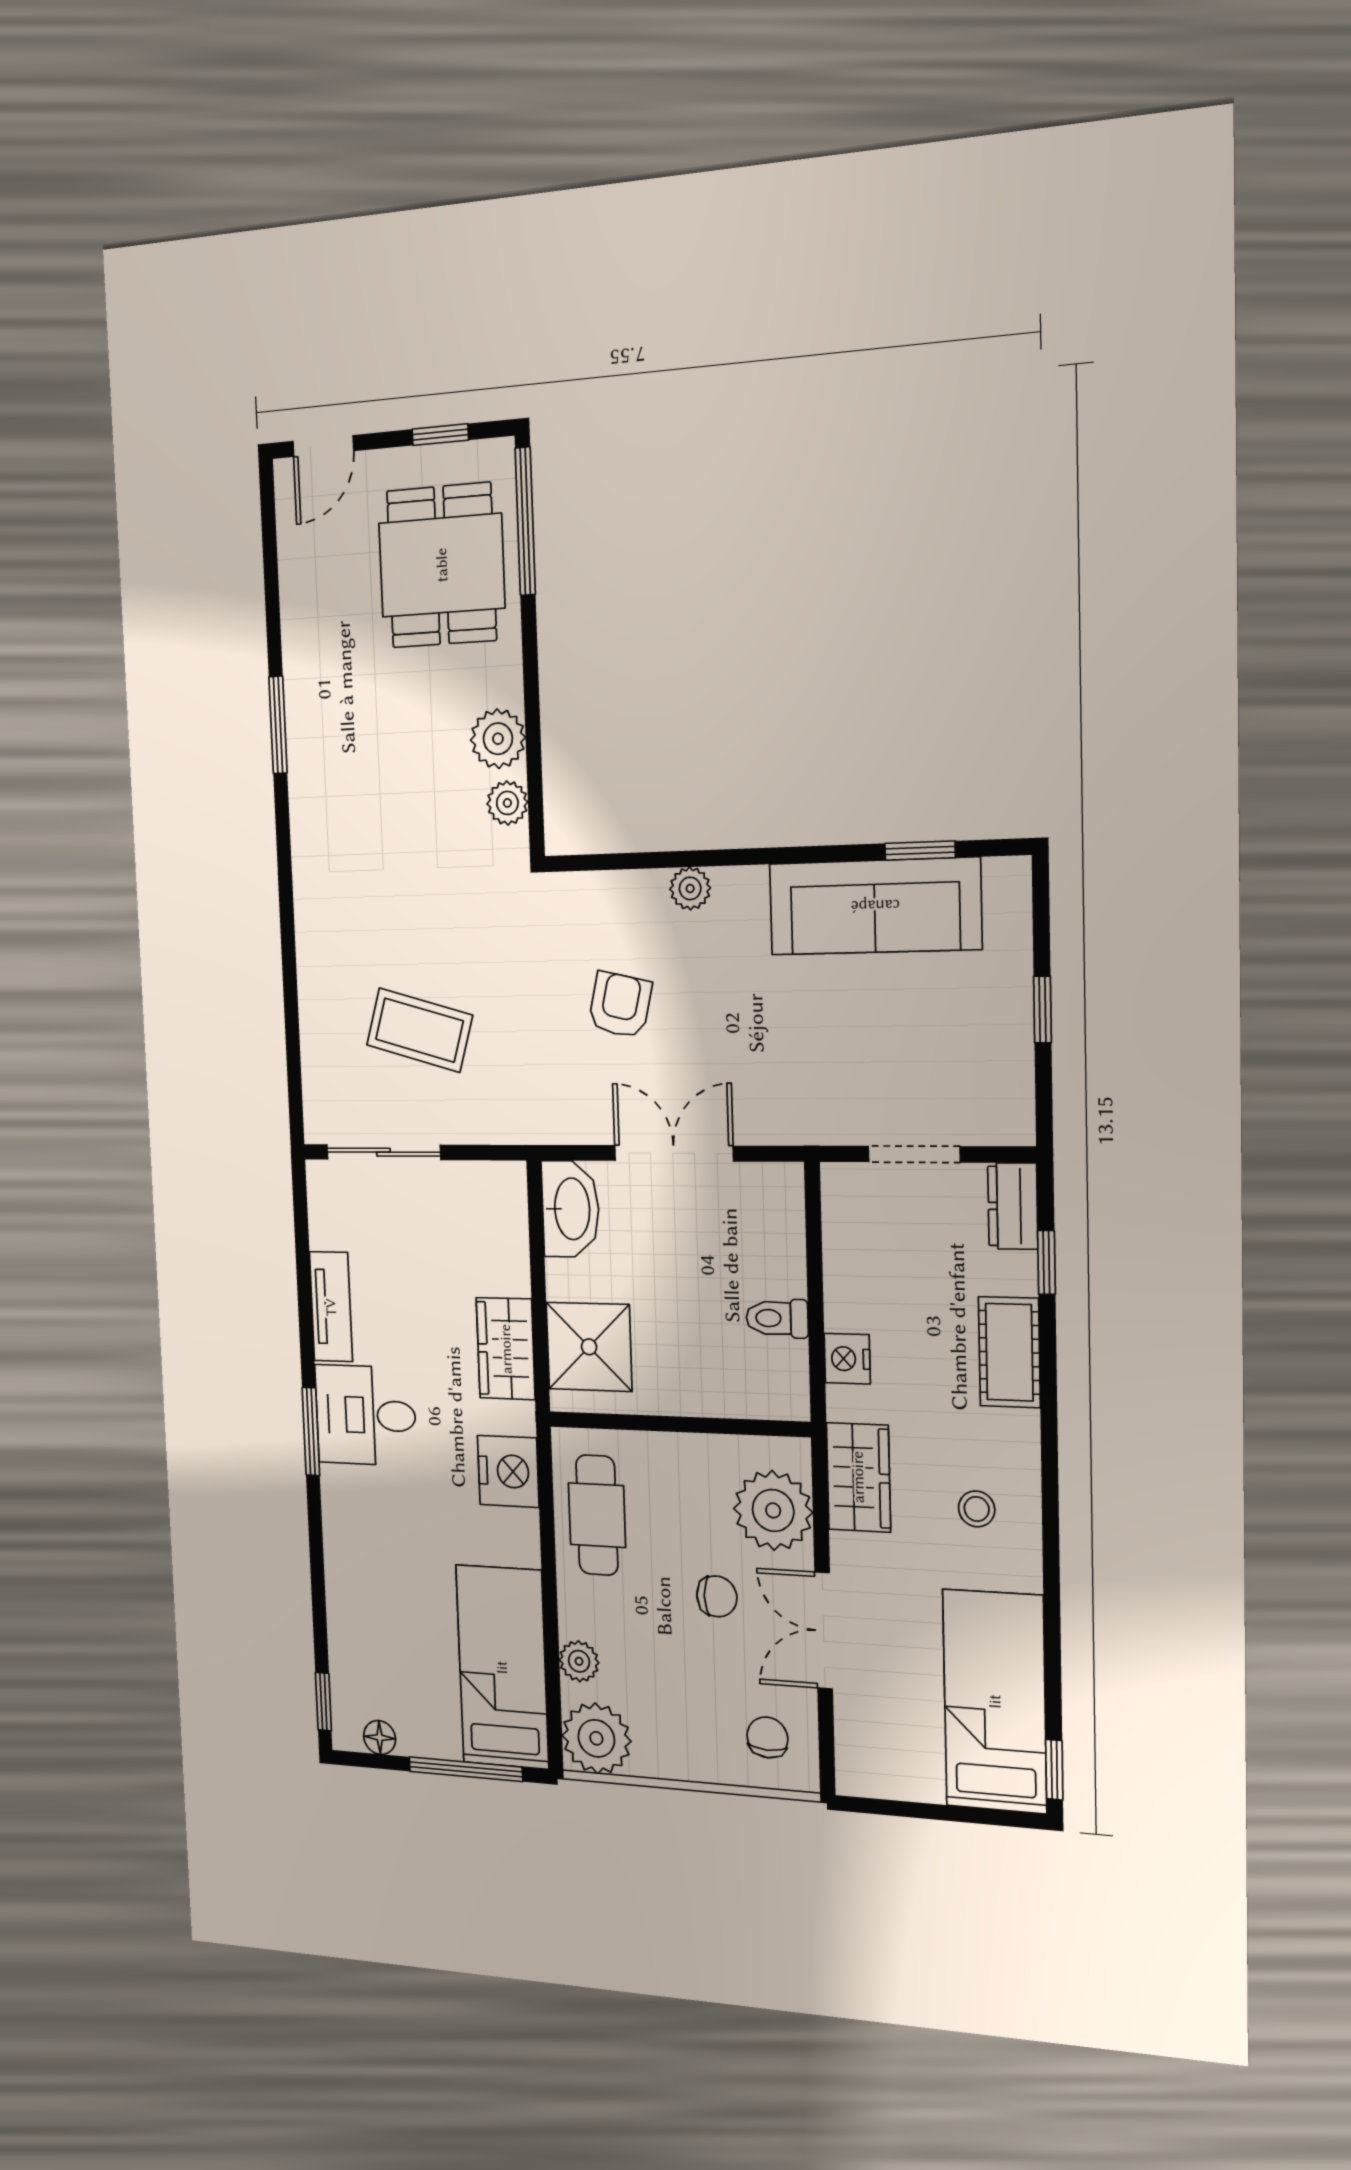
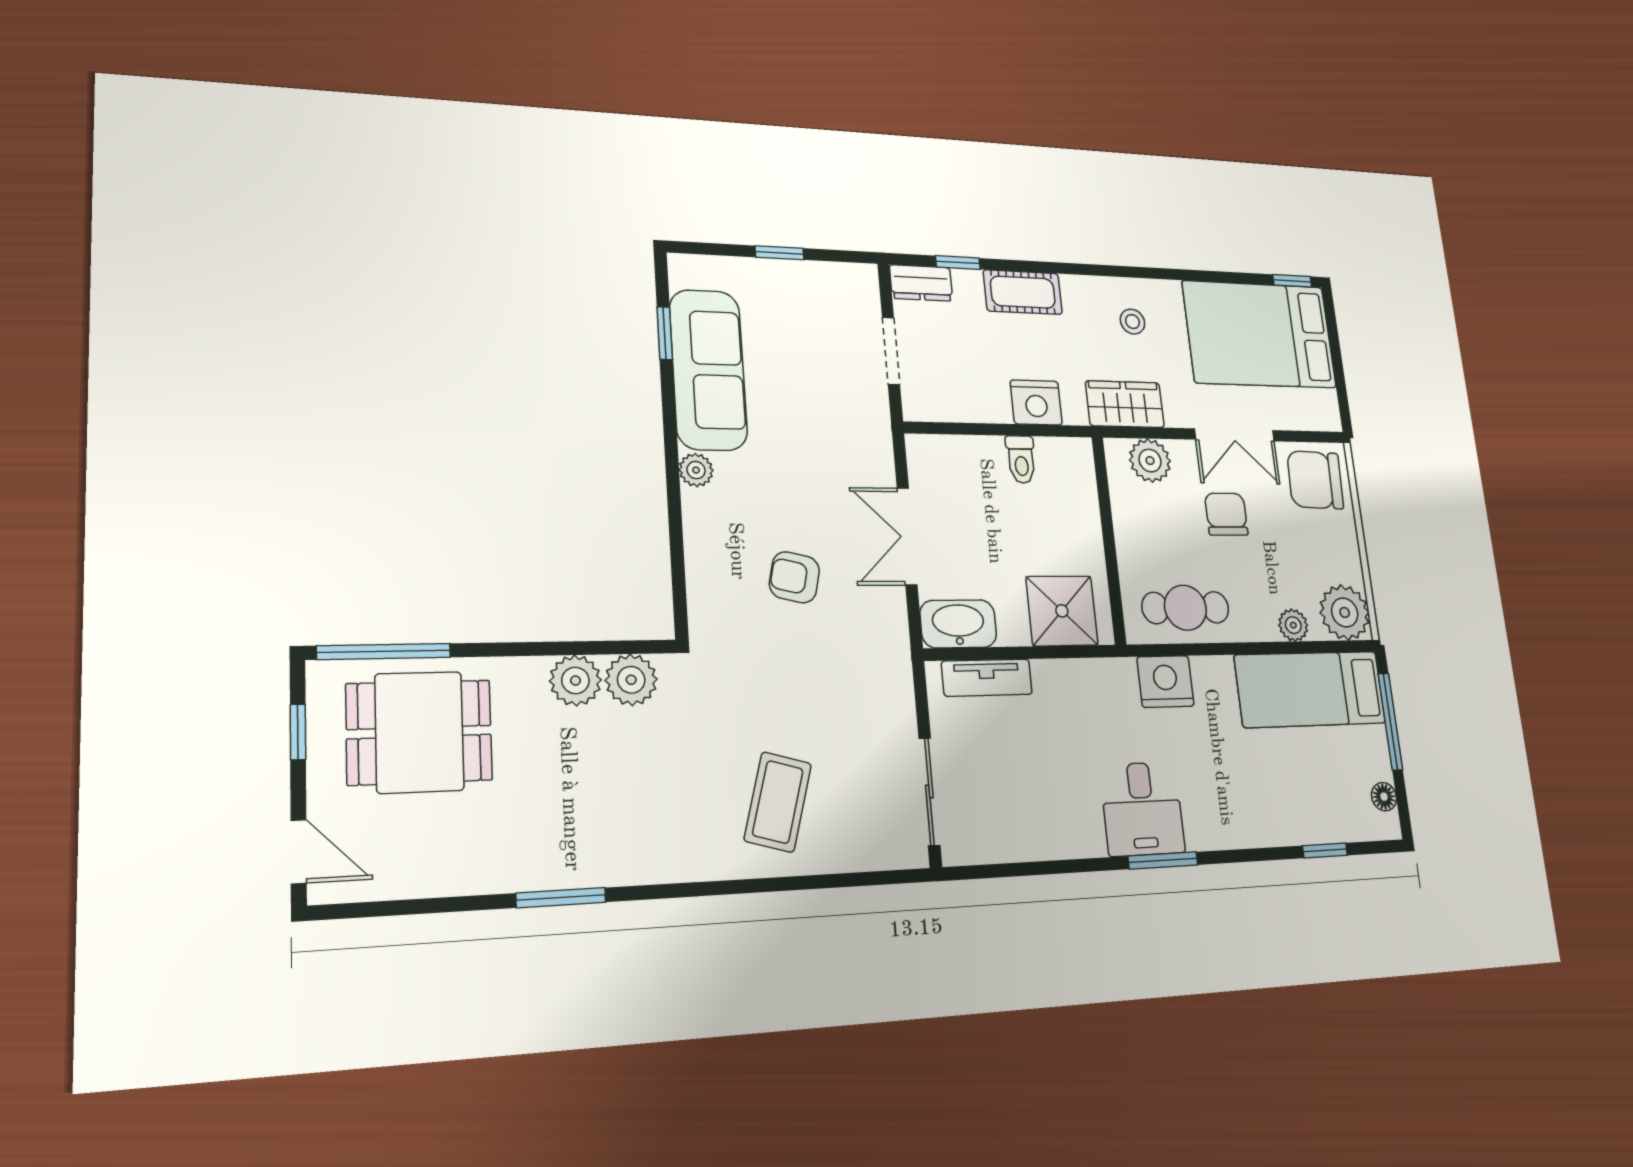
plant: (507, 803) -> (631, 680), width x1.38, depth x1.38
plant: (690, 888) -> (696, 470), moved
coffee table: (419, 1030) -> (778, 802), moved
tv unit: (331, 1307) -> (987, 678), moved, turned 180
wardrobe: (506, 1349) -> (1073, 682), removed
nightstand: (847, 1359) -> (1036, 402), width x1.36, depth x1.33
plant: (773, 1510) -> (1150, 461), width x0.73, depth x0.73
chair: (717, 1596) -> (1226, 514), width x1.37, depth x1.37
bed: (995, 1701) -> (1259, 334), width x1.50
window: (323, 1702) -> (1325, 850), moved
chair: (767, 1737) -> (1315, 480), width x1.87, depth x1.87

